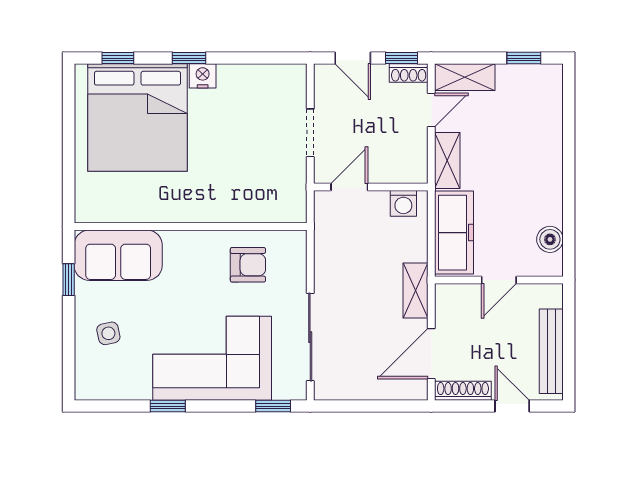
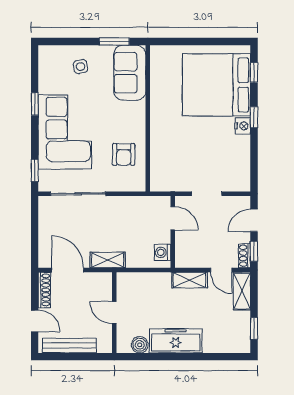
freezer: (454, 233) -> (176, 341), moved, turned 180
window: (69, 280) -> (114, 42), width x1.50
door: (512, 406) -> (35, 321), hinge flipped

